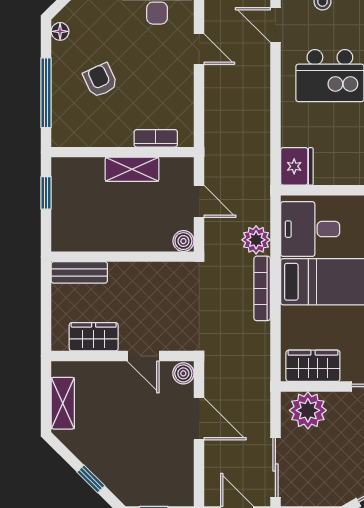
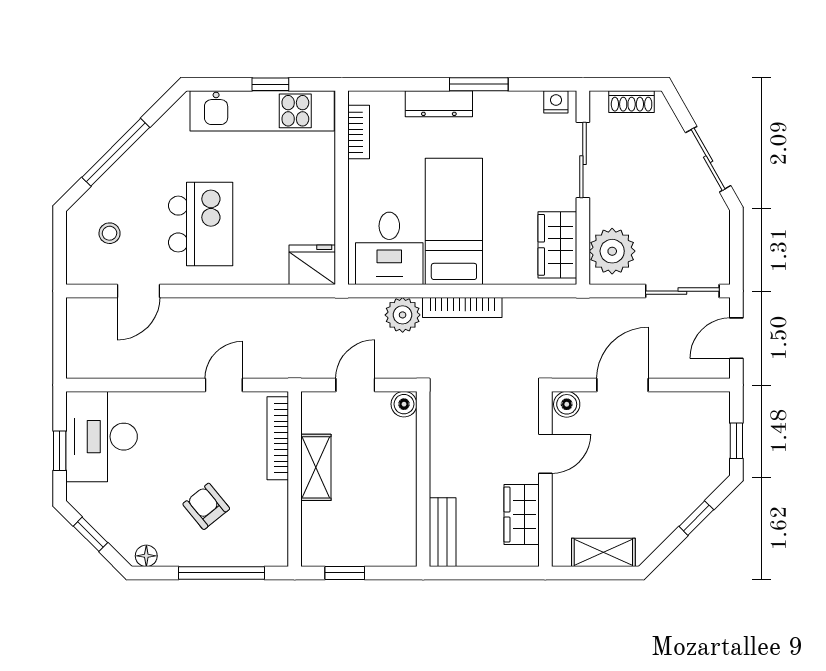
door: (199, 49) -> (224, 385), moved
armchair: (100, 80) -> (206, 506), turned 76
bookcase: (156, 138) -> (278, 438), width x1.56

